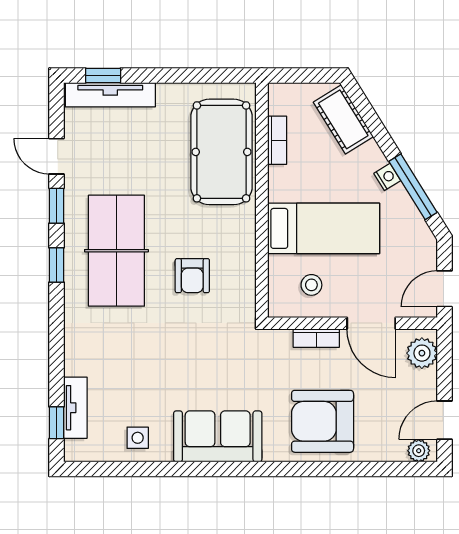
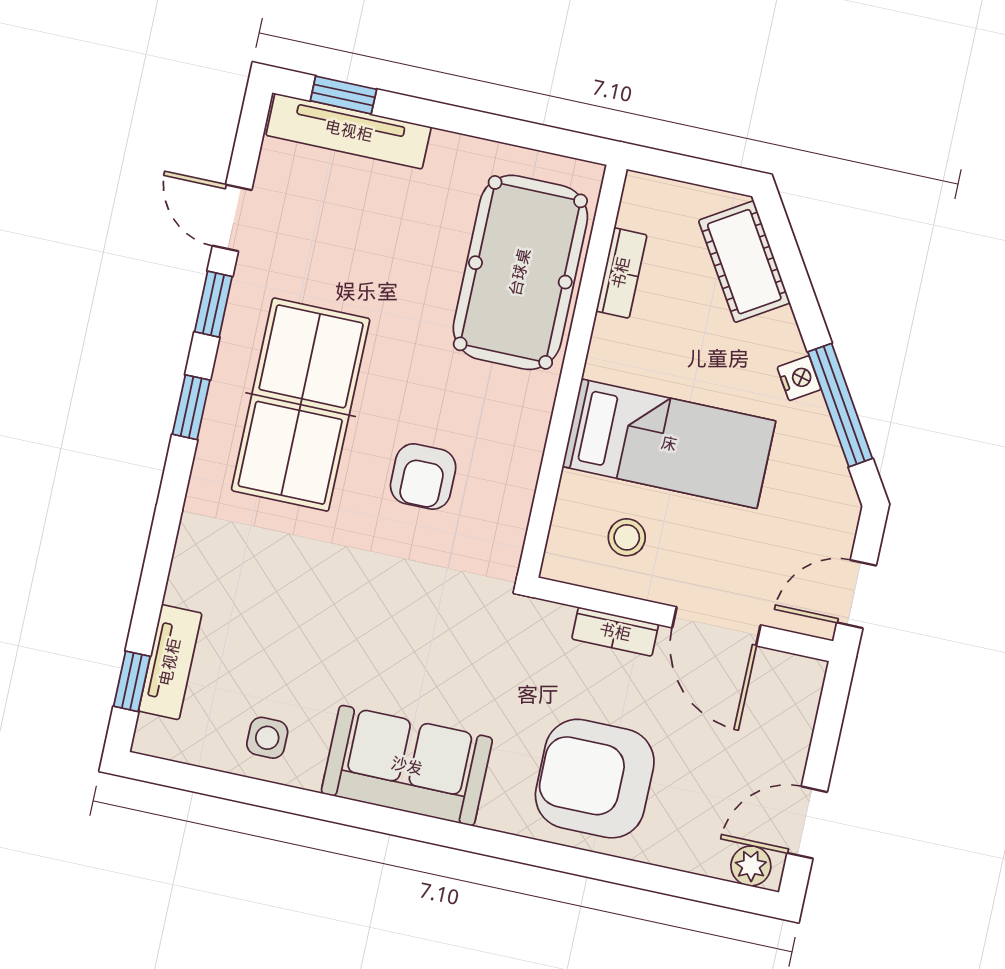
plant: (422, 353) -> (793, 697), removed

